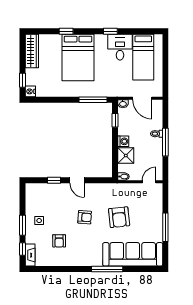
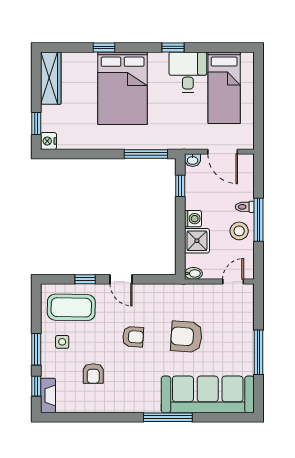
stool: (153, 149) -> (239, 231), added
coffee table: (45, 198) -> (71, 307), added
armchair: (119, 217) -> (186, 337), turned 100

